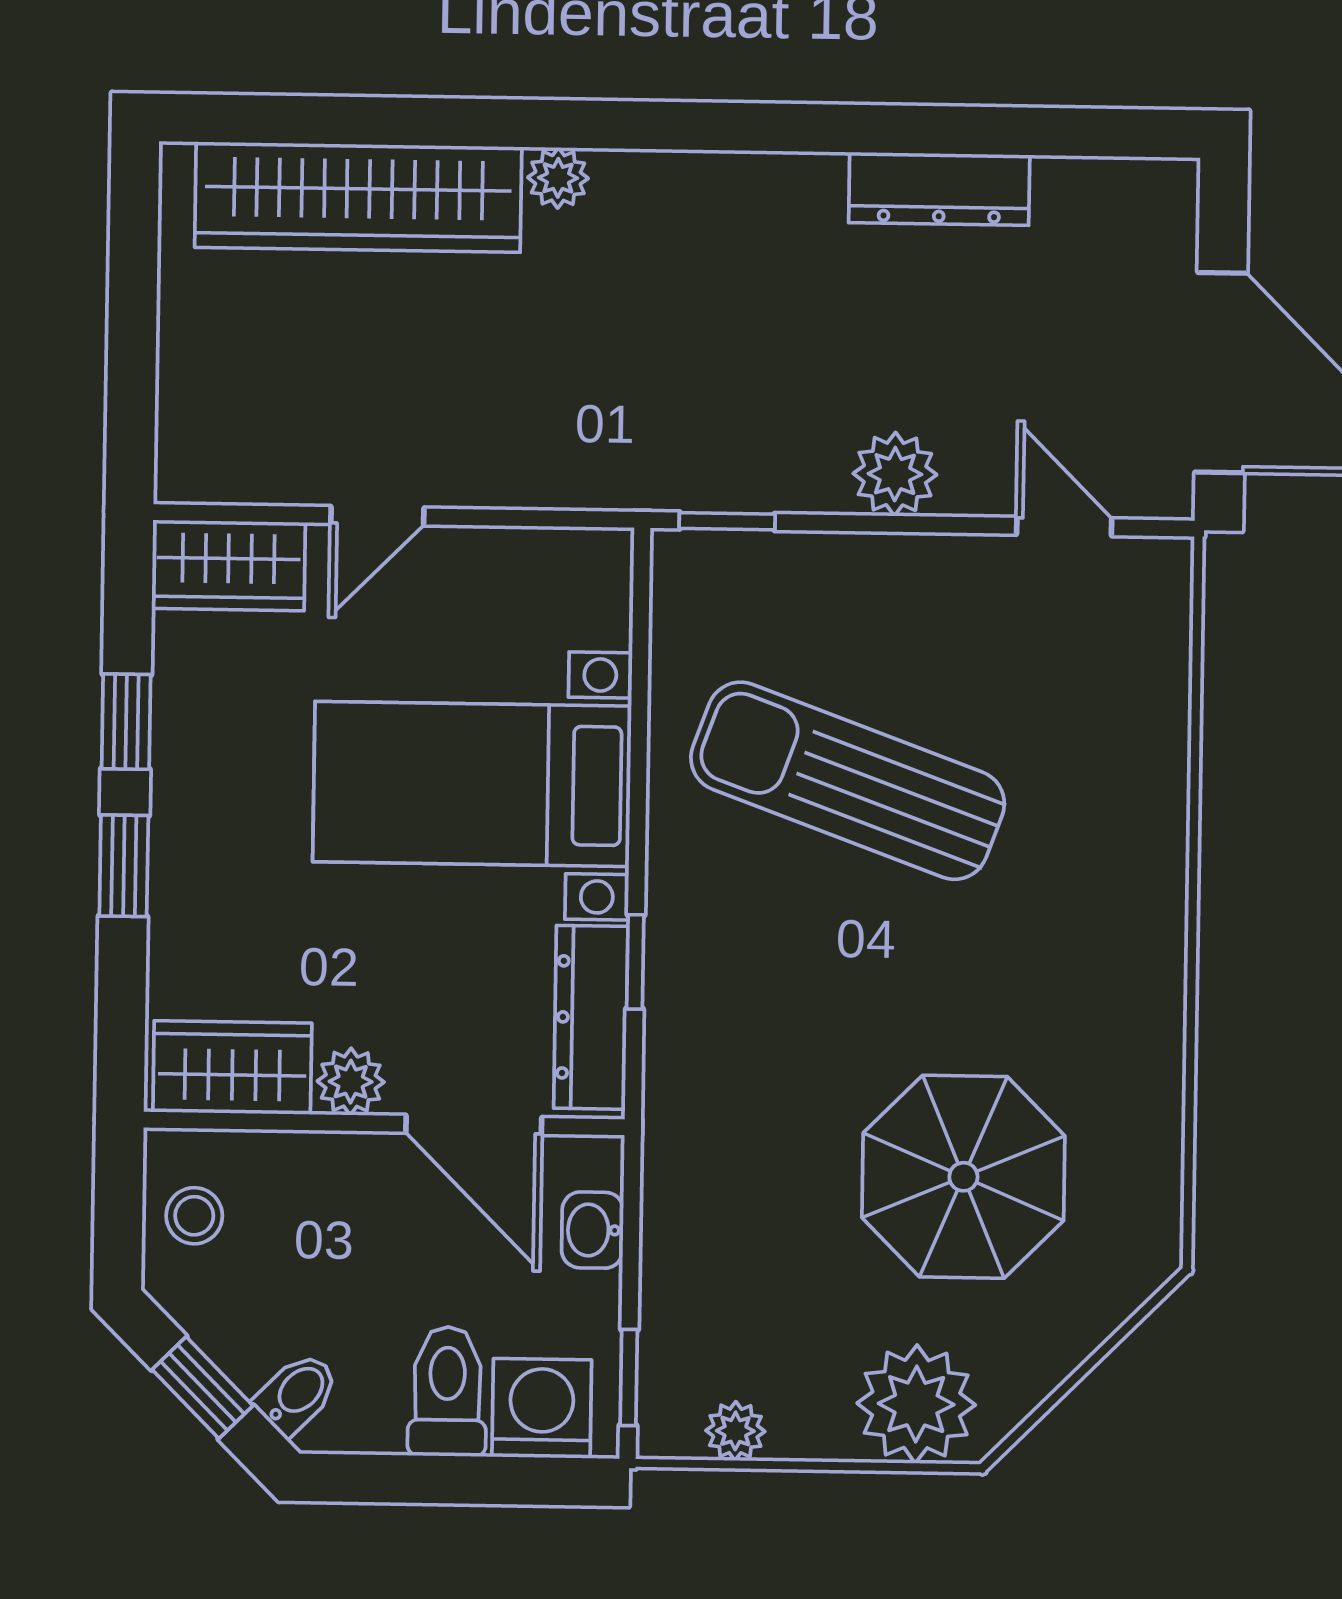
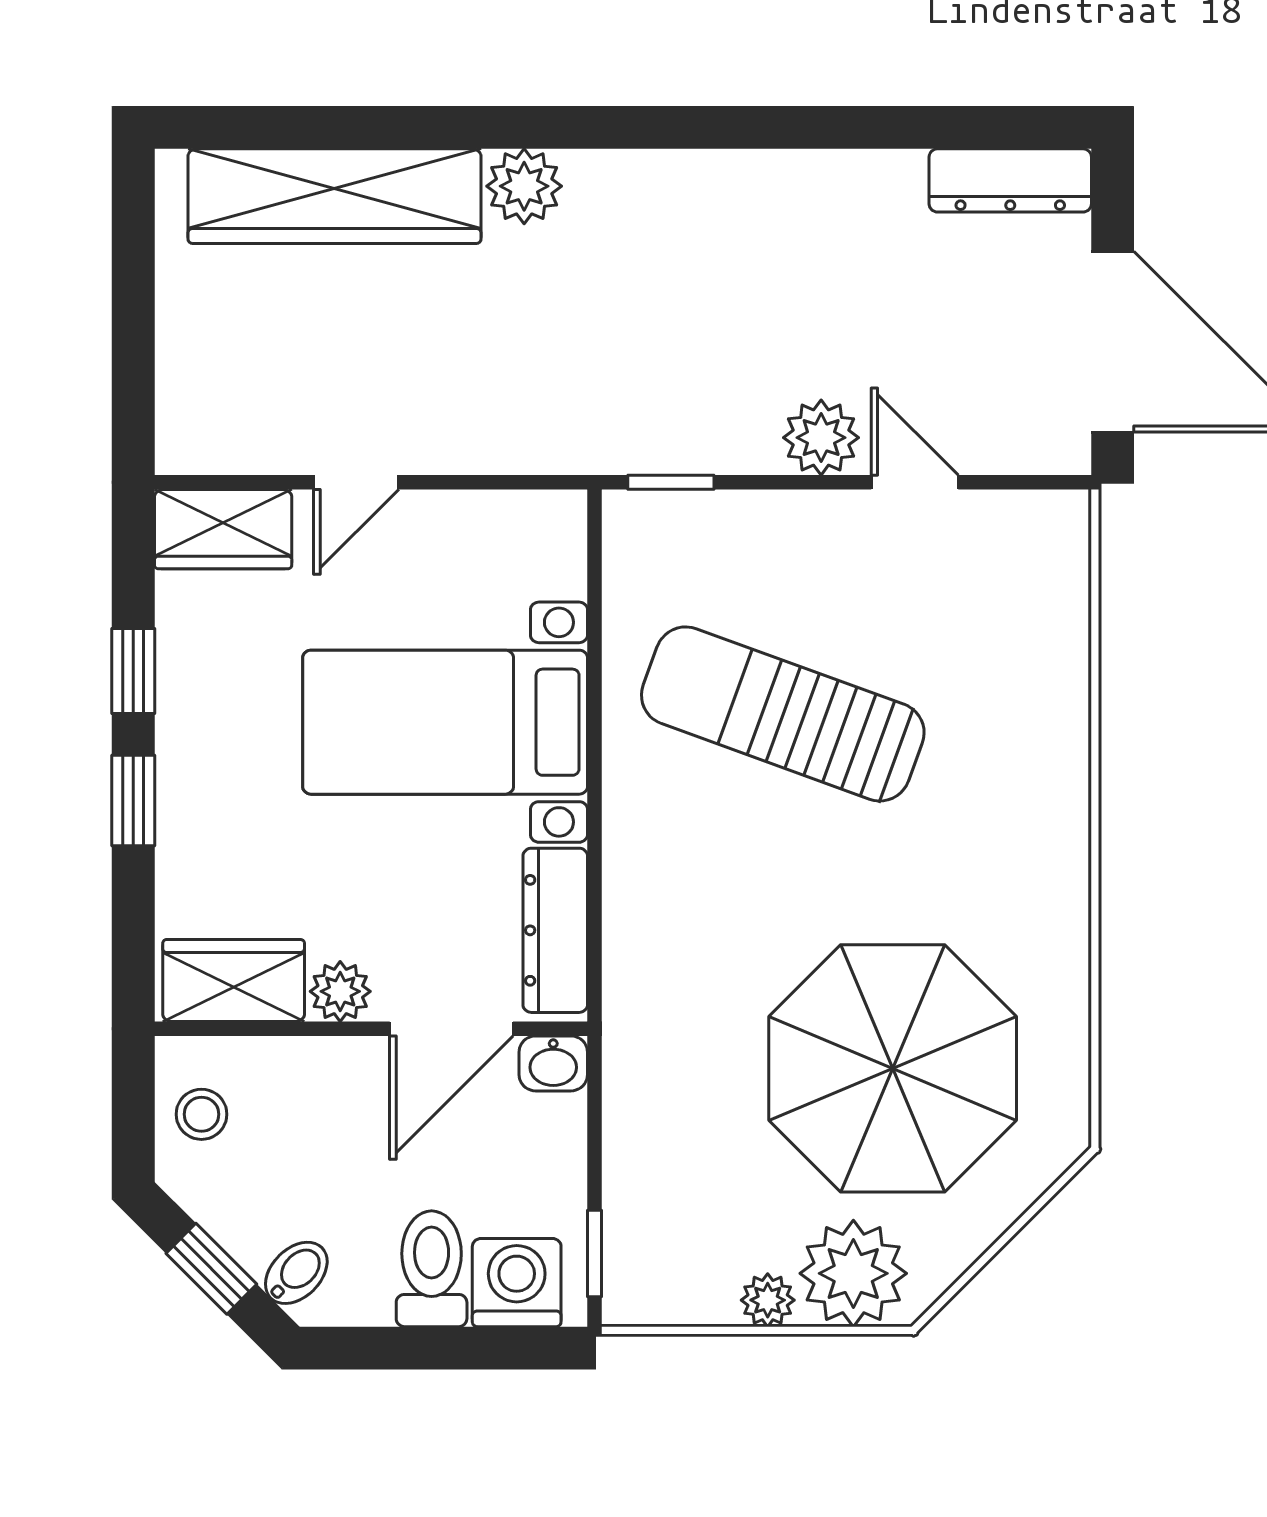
plant: (558, 178) -> (524, 186), width x1.38, depth x1.38
dresser: (939, 189) -> (1010, 180), moved
door: (1064, 526) -> (915, 482), moved
window: (635, 962) -> (595, 880), removed
door: (474, 1125) -> (451, 1029), hinge flipped
parasol: (963, 1177) -> (893, 1068), width x1.36, depth x1.36
washbasin: (593, 1230) -> (553, 1063), moved, turned -90
plant: (735, 1431) -> (768, 1300), moved

